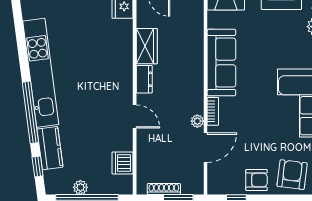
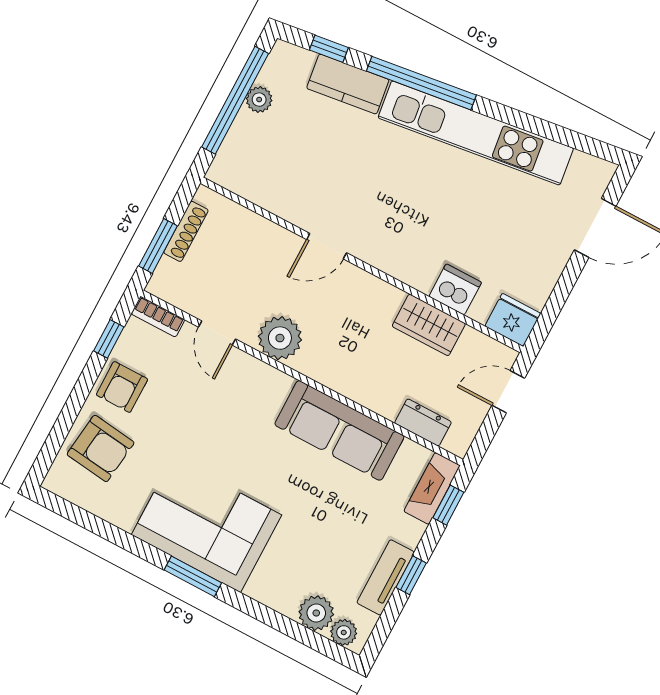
dresser: (144, 79) -> (423, 422), moved, turned 180
bookcase: (213, 111) -> (158, 317), moved
plant: (197, 121) -> (280, 338), width x1.88, depth x1.88
door: (205, 148) -> (217, 333), width x0.73
dishwasher: (123, 163) -> (455, 289), moved

